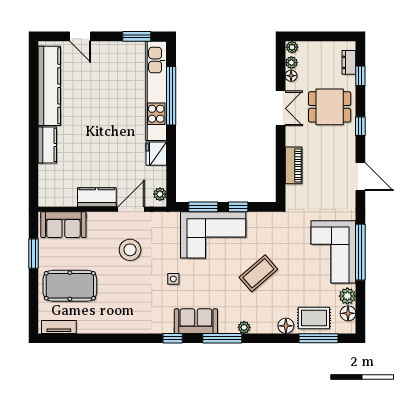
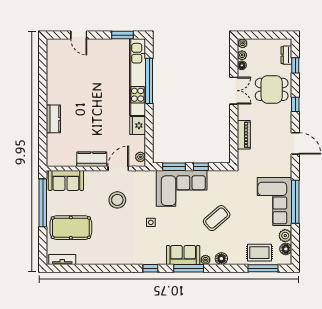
kitchen counter: (49, 86) -> (55, 73), removed
window: (33, 254) -> (43, 203), width x2.11
sofa: (196, 321) -> (183, 255), moved
floor lamp: (286, 326) -> (221, 259), moved

